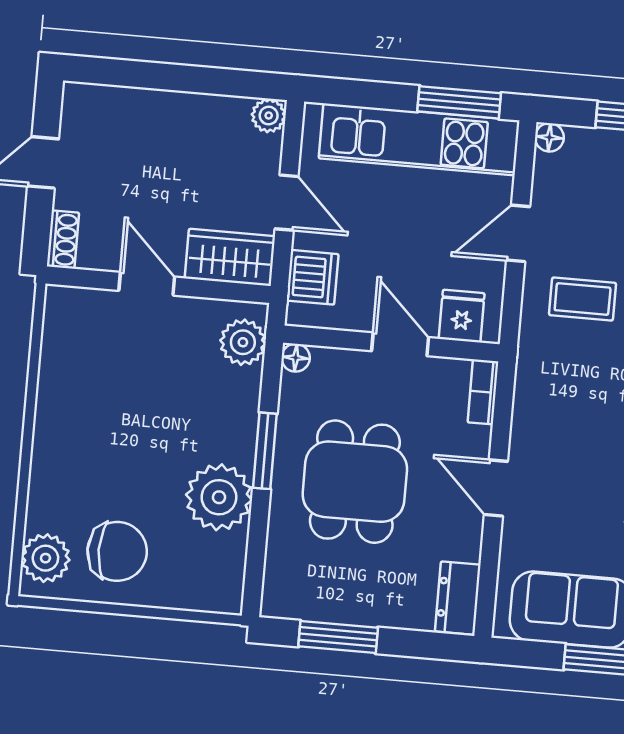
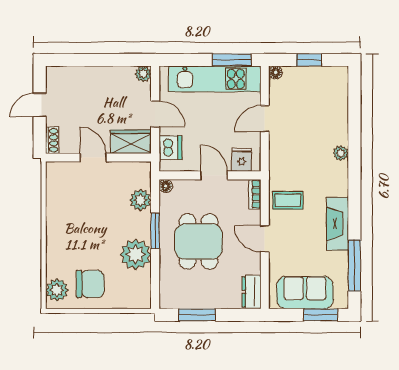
coffee table: (583, 299) -> (288, 200), moved
plant: (243, 342) -> (140, 200), moved

